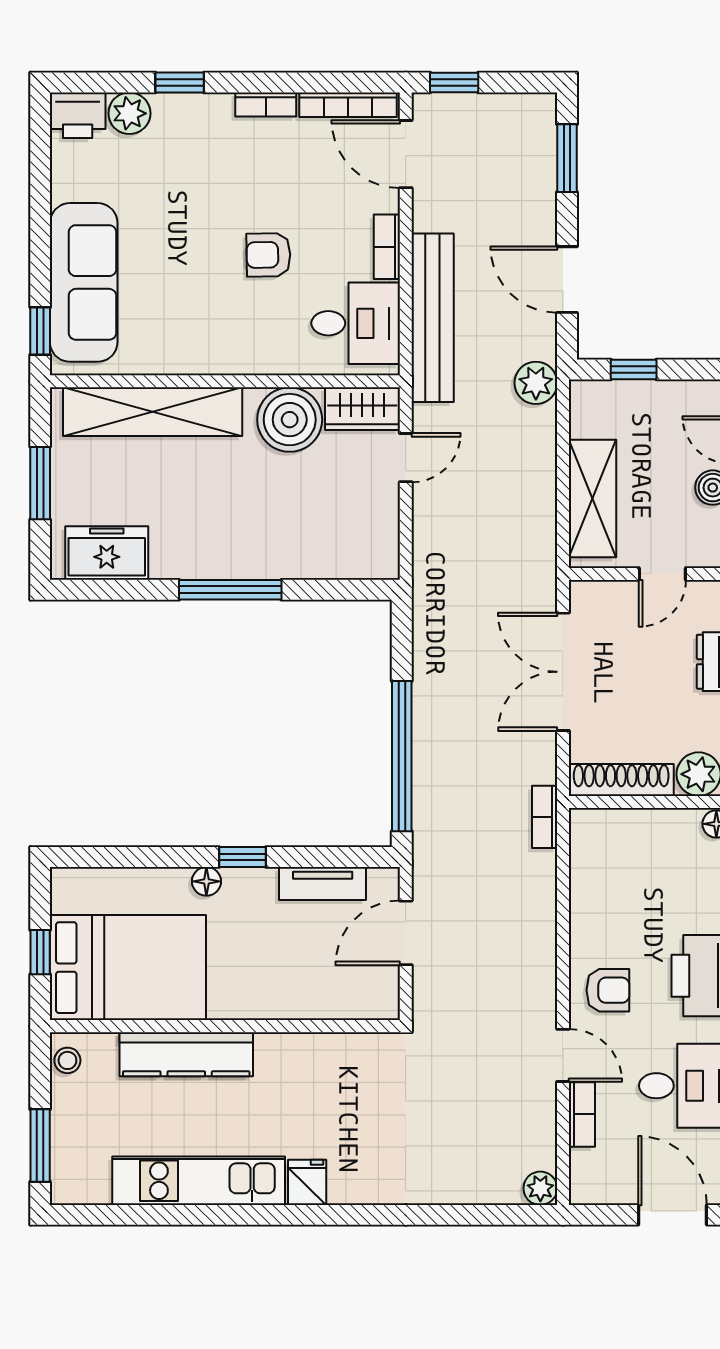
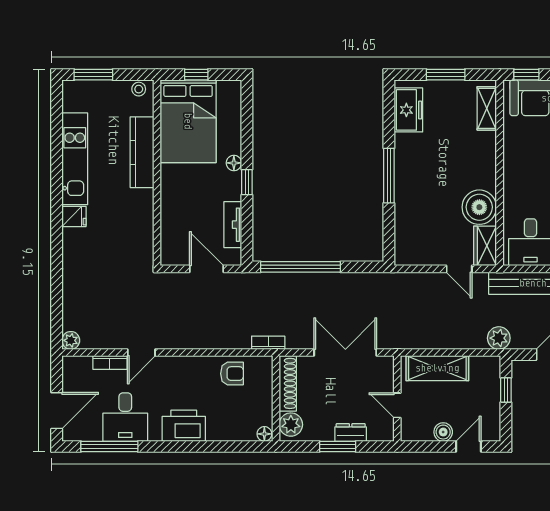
shelving: (153, 412) -> (487, 108), width x0.45, depth x0.75
armchair: (608, 990) -> (232, 374), moved, turned -90

